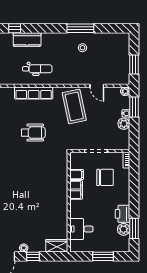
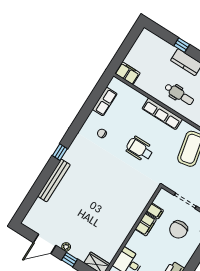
wheelchair: (33, 133) -> (140, 149), turned 180
chair: (105, 177) -> (179, 230), turned 90

